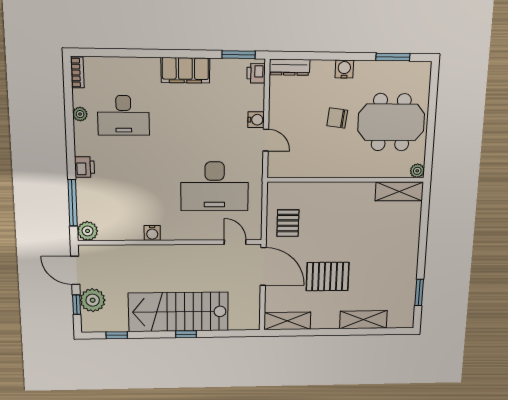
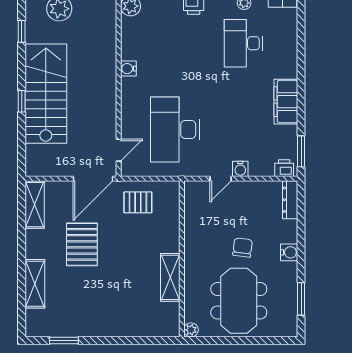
shelving: (399, 191) -> (170, 277), moved

